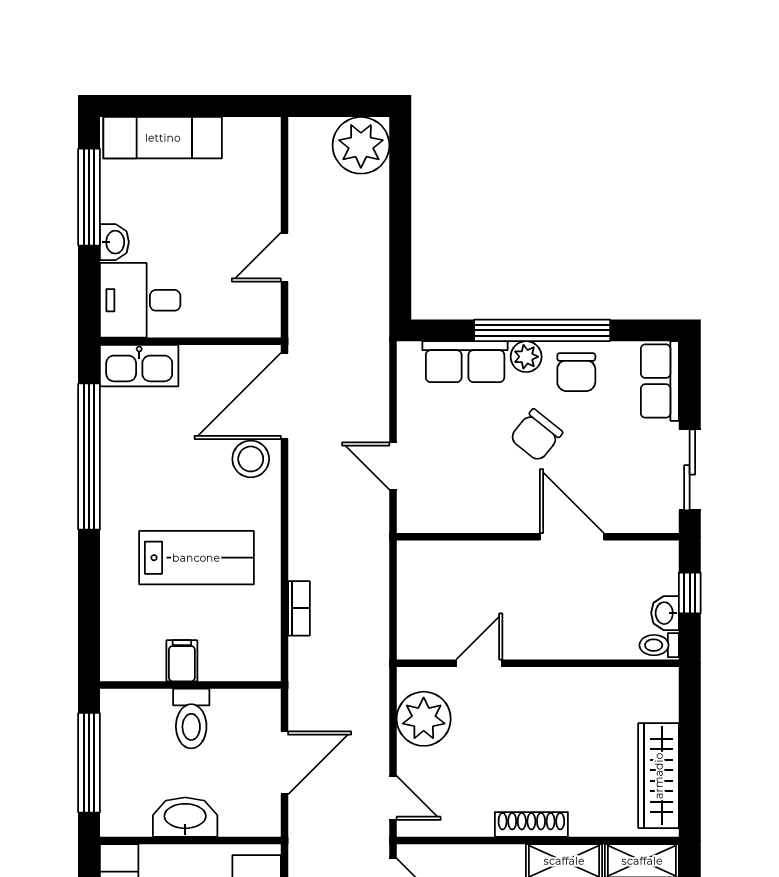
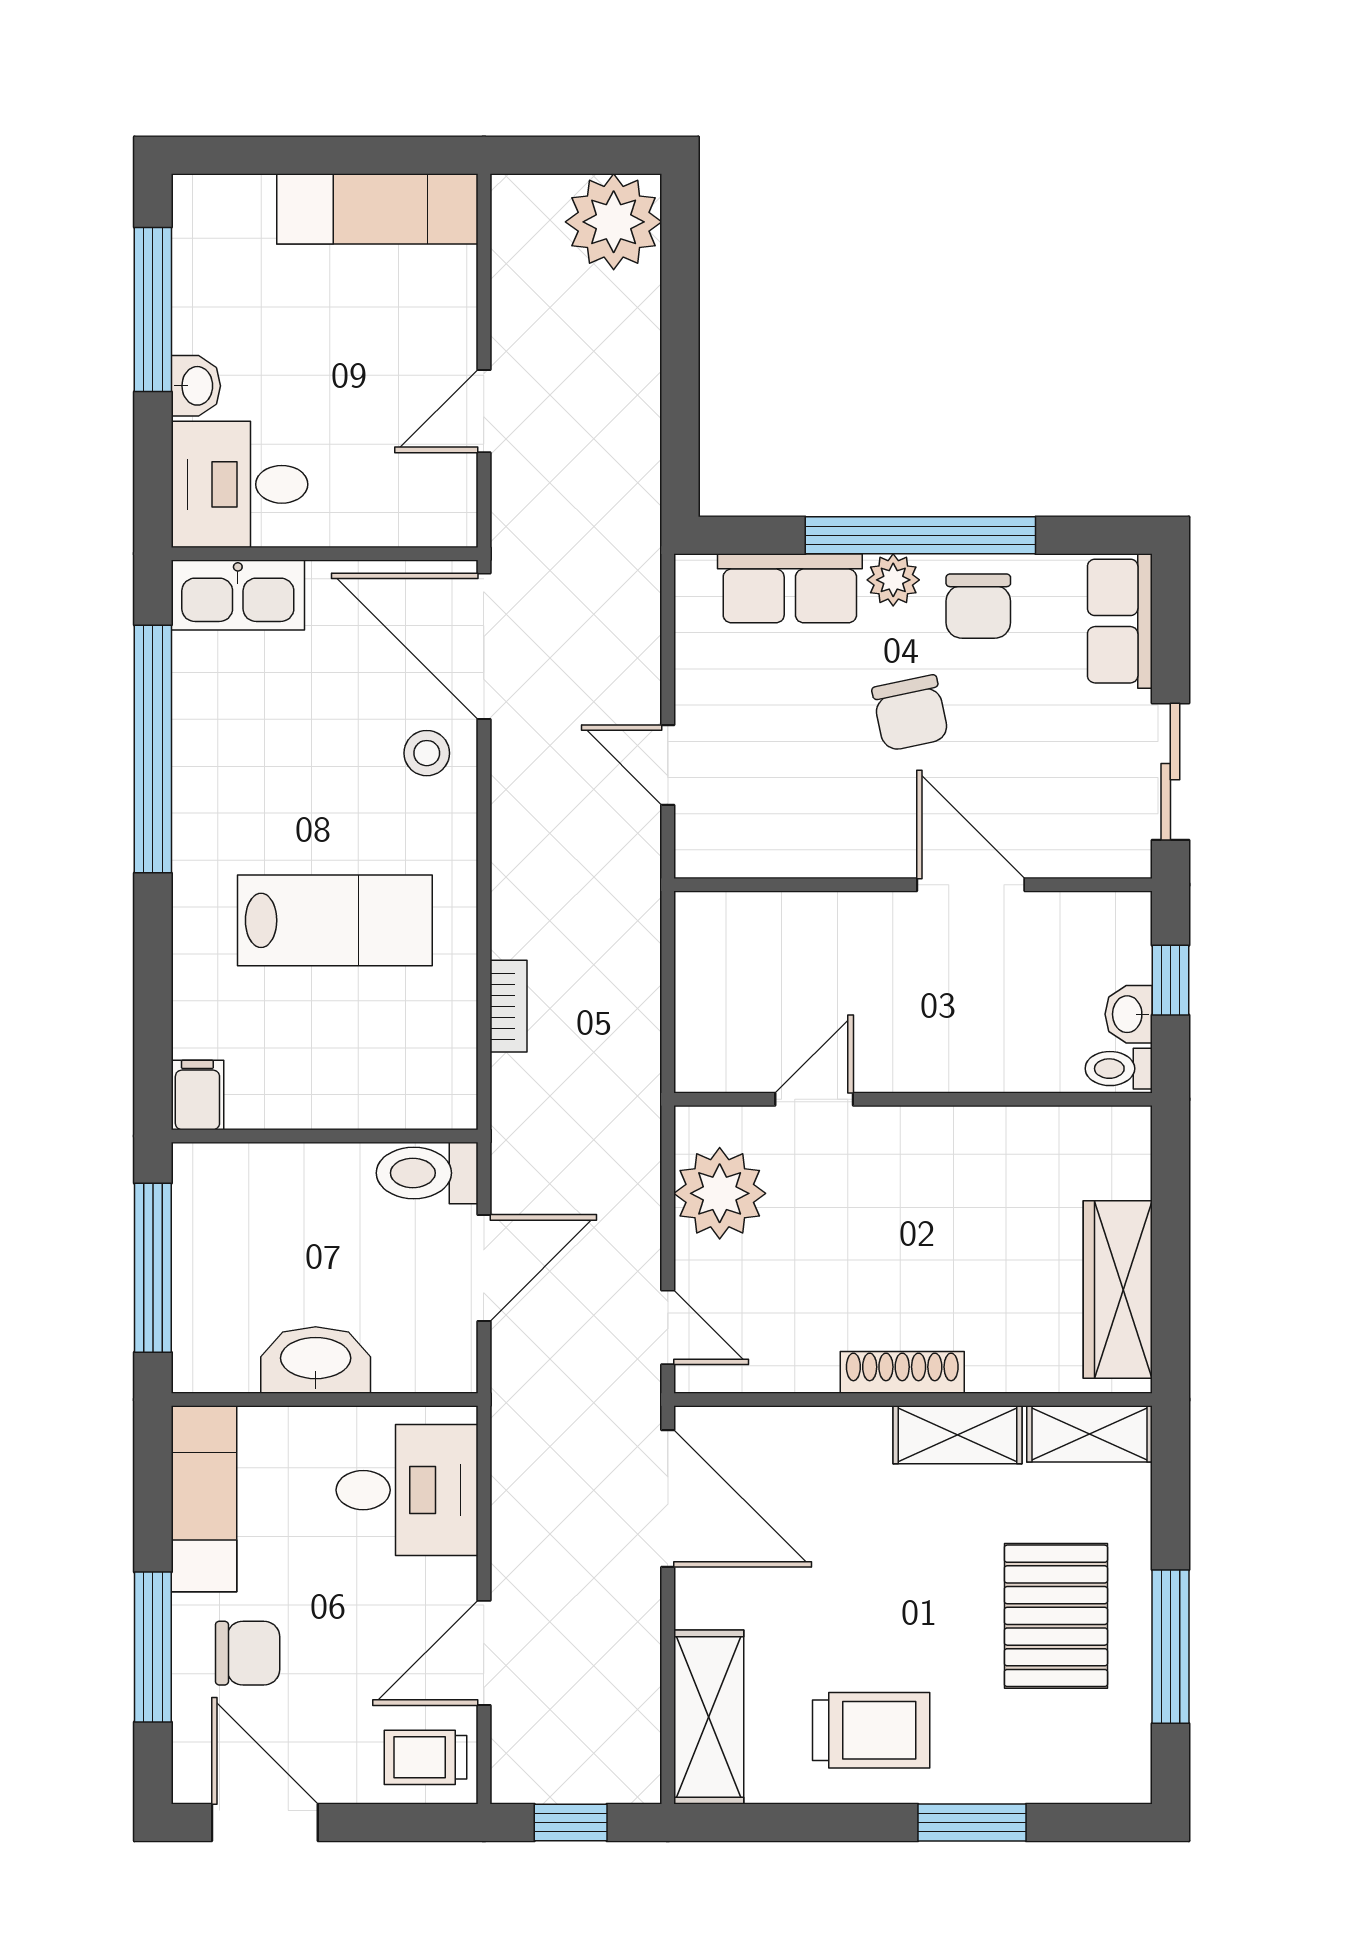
exam couch: (163, 138) -> (377, 209), moved
door: (284, 396) -> (484, 646), hinge flipped
chair: (536, 435) -> (910, 713), turned -51
stool: (251, 459) -> (427, 753), width x0.73, depth x0.73
filing cabinet: (182, 661) -> (197, 1095), moved
toilet: (191, 719) -> (427, 1173), moved, turned 90

